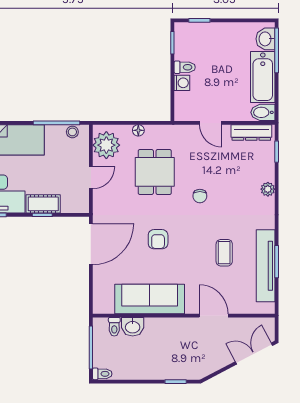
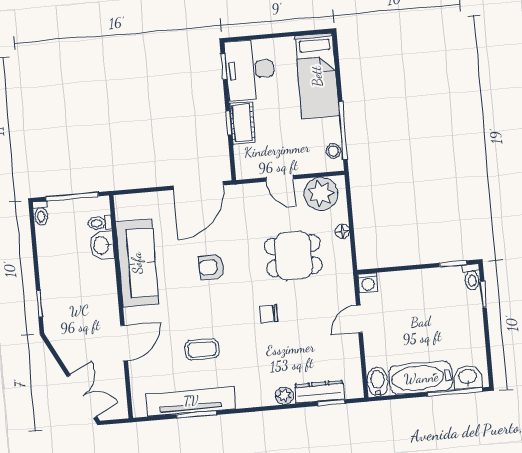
toilet: (185, 67) -> (472, 277), moved
washing machine: (182, 83) -> (368, 283), moved
dresser: (251, 132) -> (319, 392), moved, turned 90
door: (91, 244) -> (198, 186), hinge flipped

